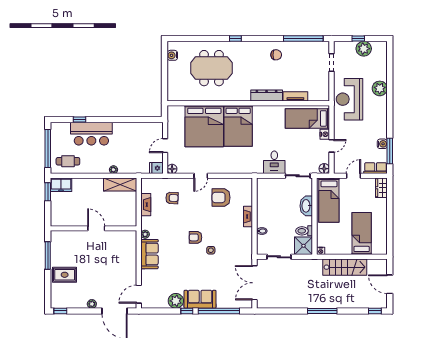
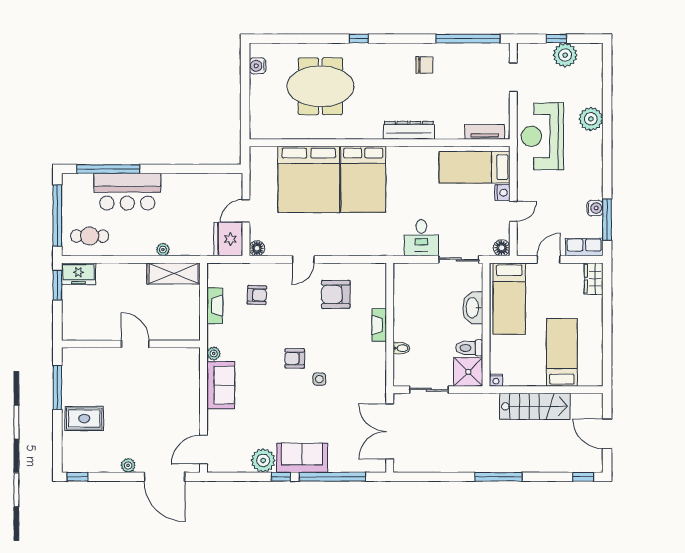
tv unit: (295, 96) -> (485, 132), moved
window: (80, 119) -> (108, 169), width x3.17
fridge: (156, 168) -> (228, 239), width x1.88, depth x1.34

